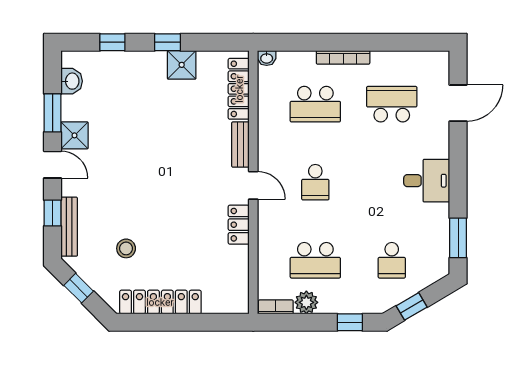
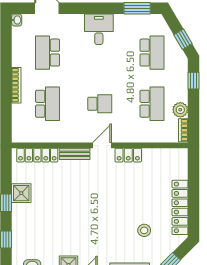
washbasin: (267, 58) -> (17, 20), moved
school desk: (392, 260) -> (152, 53), width x1.85

